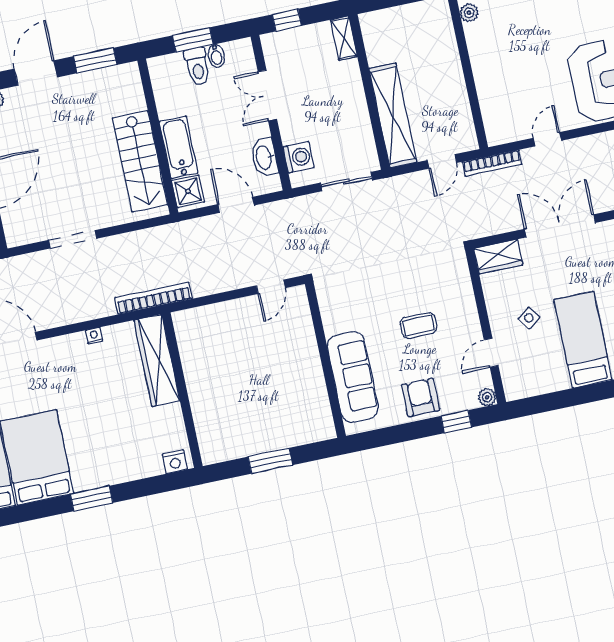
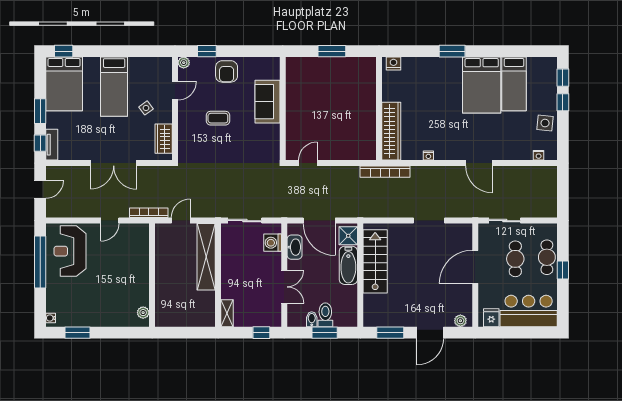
door: (236, 205) -> (319, 221), width x1.36
wardrobe: (498, 257) -> (164, 139), moved, turned -90
sofa: (353, 377) -> (267, 102), width x0.73

